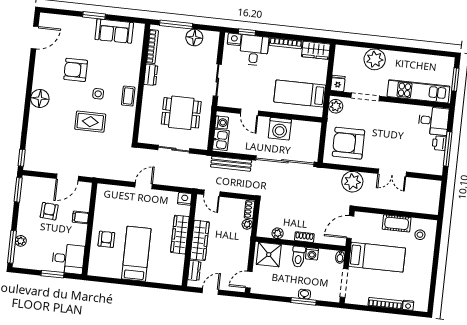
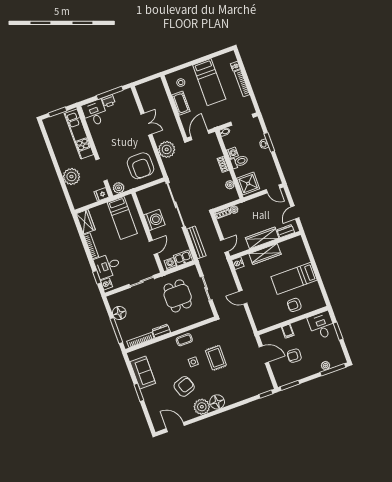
armchair: (76, 70) -> (184, 386), turned -109
plant: (43, 79) -> (202, 407), added
door: (350, 227) -> (200, 135), swing flipped
bed: (377, 257) -> (209, 82), moved, turned 180
door: (210, 291) -> (295, 212), hinge flipped

